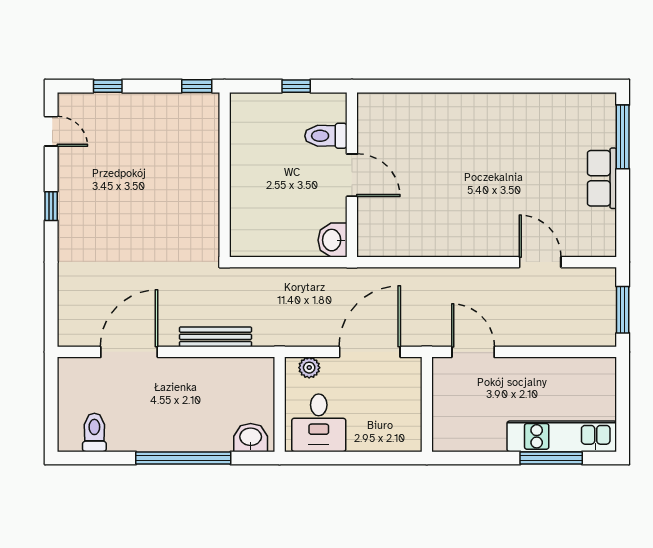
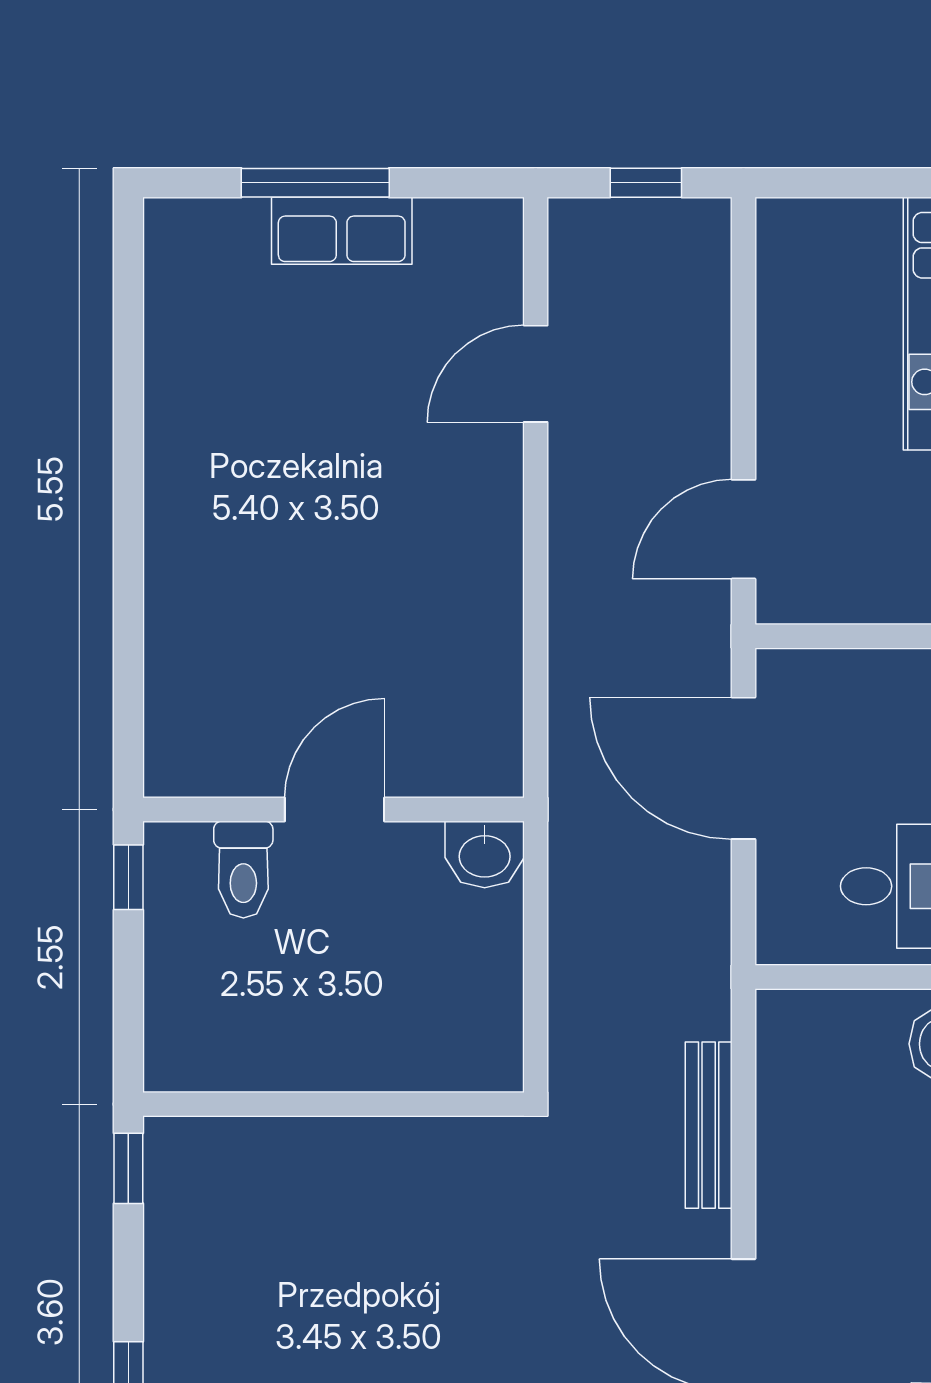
window: (296, 86) -> (128, 877), moved
window: (623, 137) -> (315, 183), moved
window: (623, 310) -> (646, 183), width x0.67
plant: (309, 368) -> (780, 908), removed

